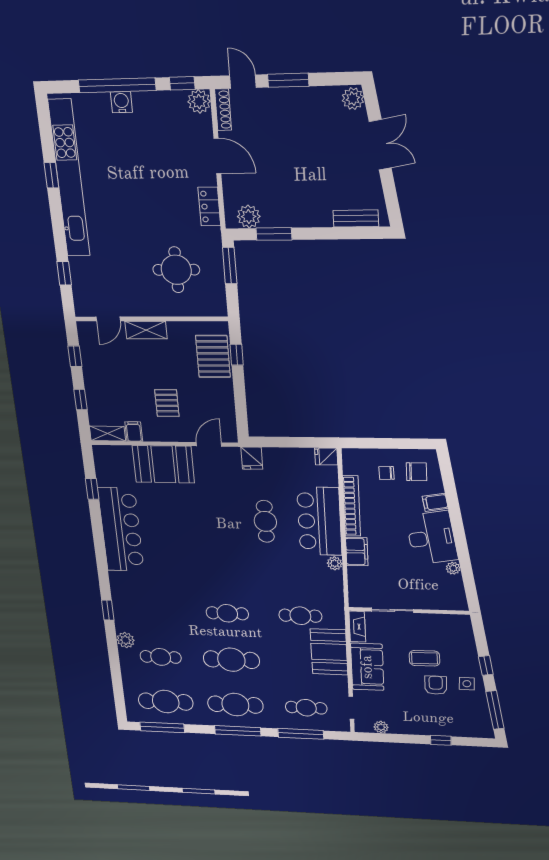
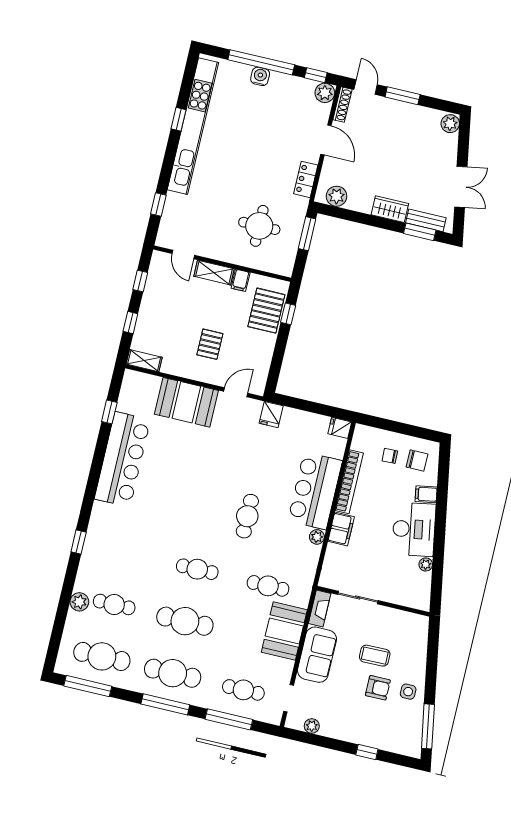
double door: (380, 145) -> (461, 187), moved
wardrobe: (312, 216) -> (390, 209), added
window: (274, 234) -> (420, 232), moved
door: (108, 319) -> (183, 254), hinge flipped
filing cabinet: (134, 431) -> (241, 280), moved, turned 180
cafe table: (265, 521) -> (247, 516), moved
plant: (126, 640) -> (79, 602), moved
window: (486, 665) -> (431, 675), removed
armchair: (436, 685) -> (378, 688), turned 90

